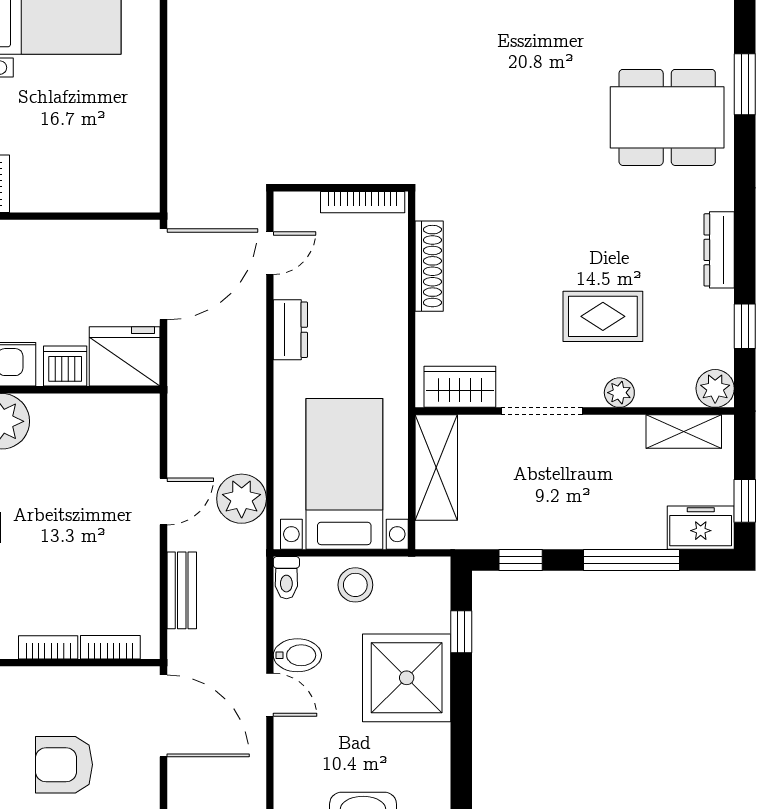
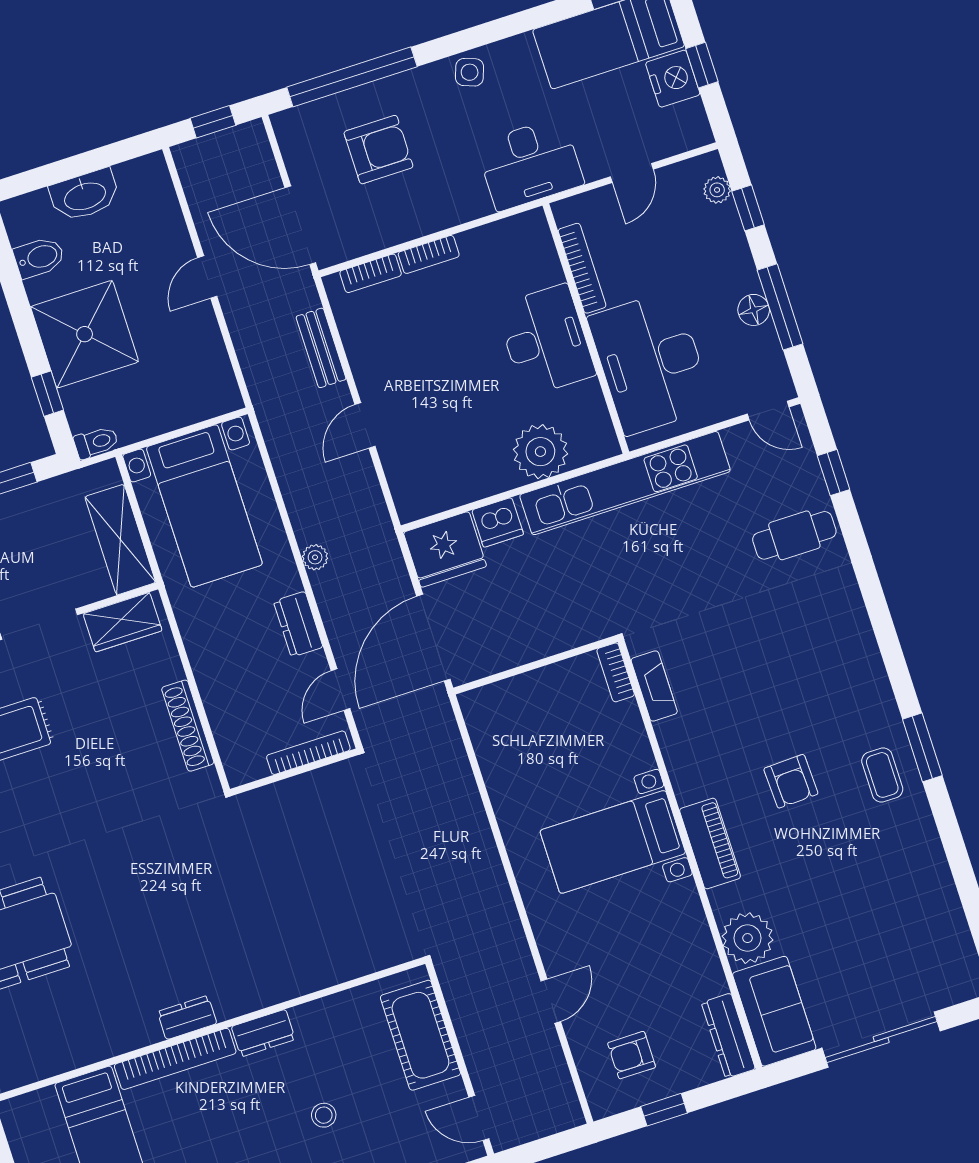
bookcase: (363, 202) -> (308, 753), moved
plant: (242, 499) -> (315, 557), moved, width x0.53, depth x0.53
toilet: (286, 578) -> (96, 442), moved, turned 90
stool: (355, 585) -> (160, 405), removed
bidet: (297, 655) -> (39, 257), moved, turned 180
door: (270, 695) -> (207, 277), hinge flipped

